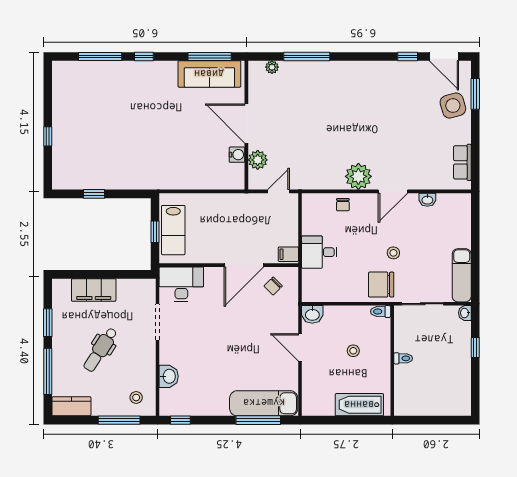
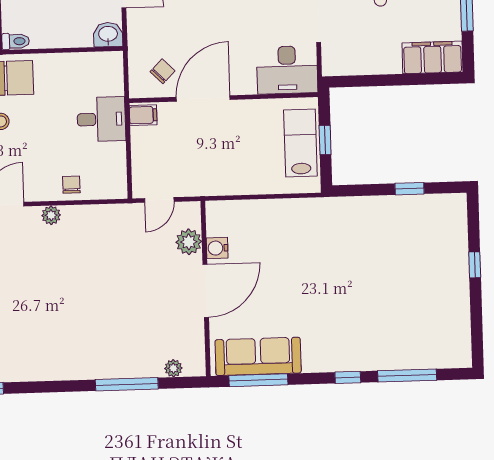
door: (246, 123) -> (206, 291), hinge flipped
plant: (358, 176) -> (51, 215), width x0.53, depth x0.53
filing cabinet: (94, 290) -> (432, 57), moved

